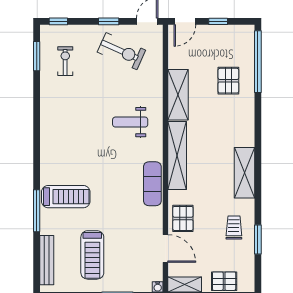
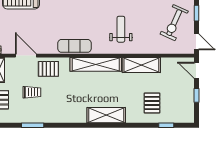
window: (258, 62) -> (166, 125), width x0.32
pallet: (228, 81) -> (152, 103), turned 90
shelving: (245, 173) -> (106, 115), moved
trolley: (234, 228) -> (32, 92), moved
door: (165, 249) -> (26, 56), swing flipped

